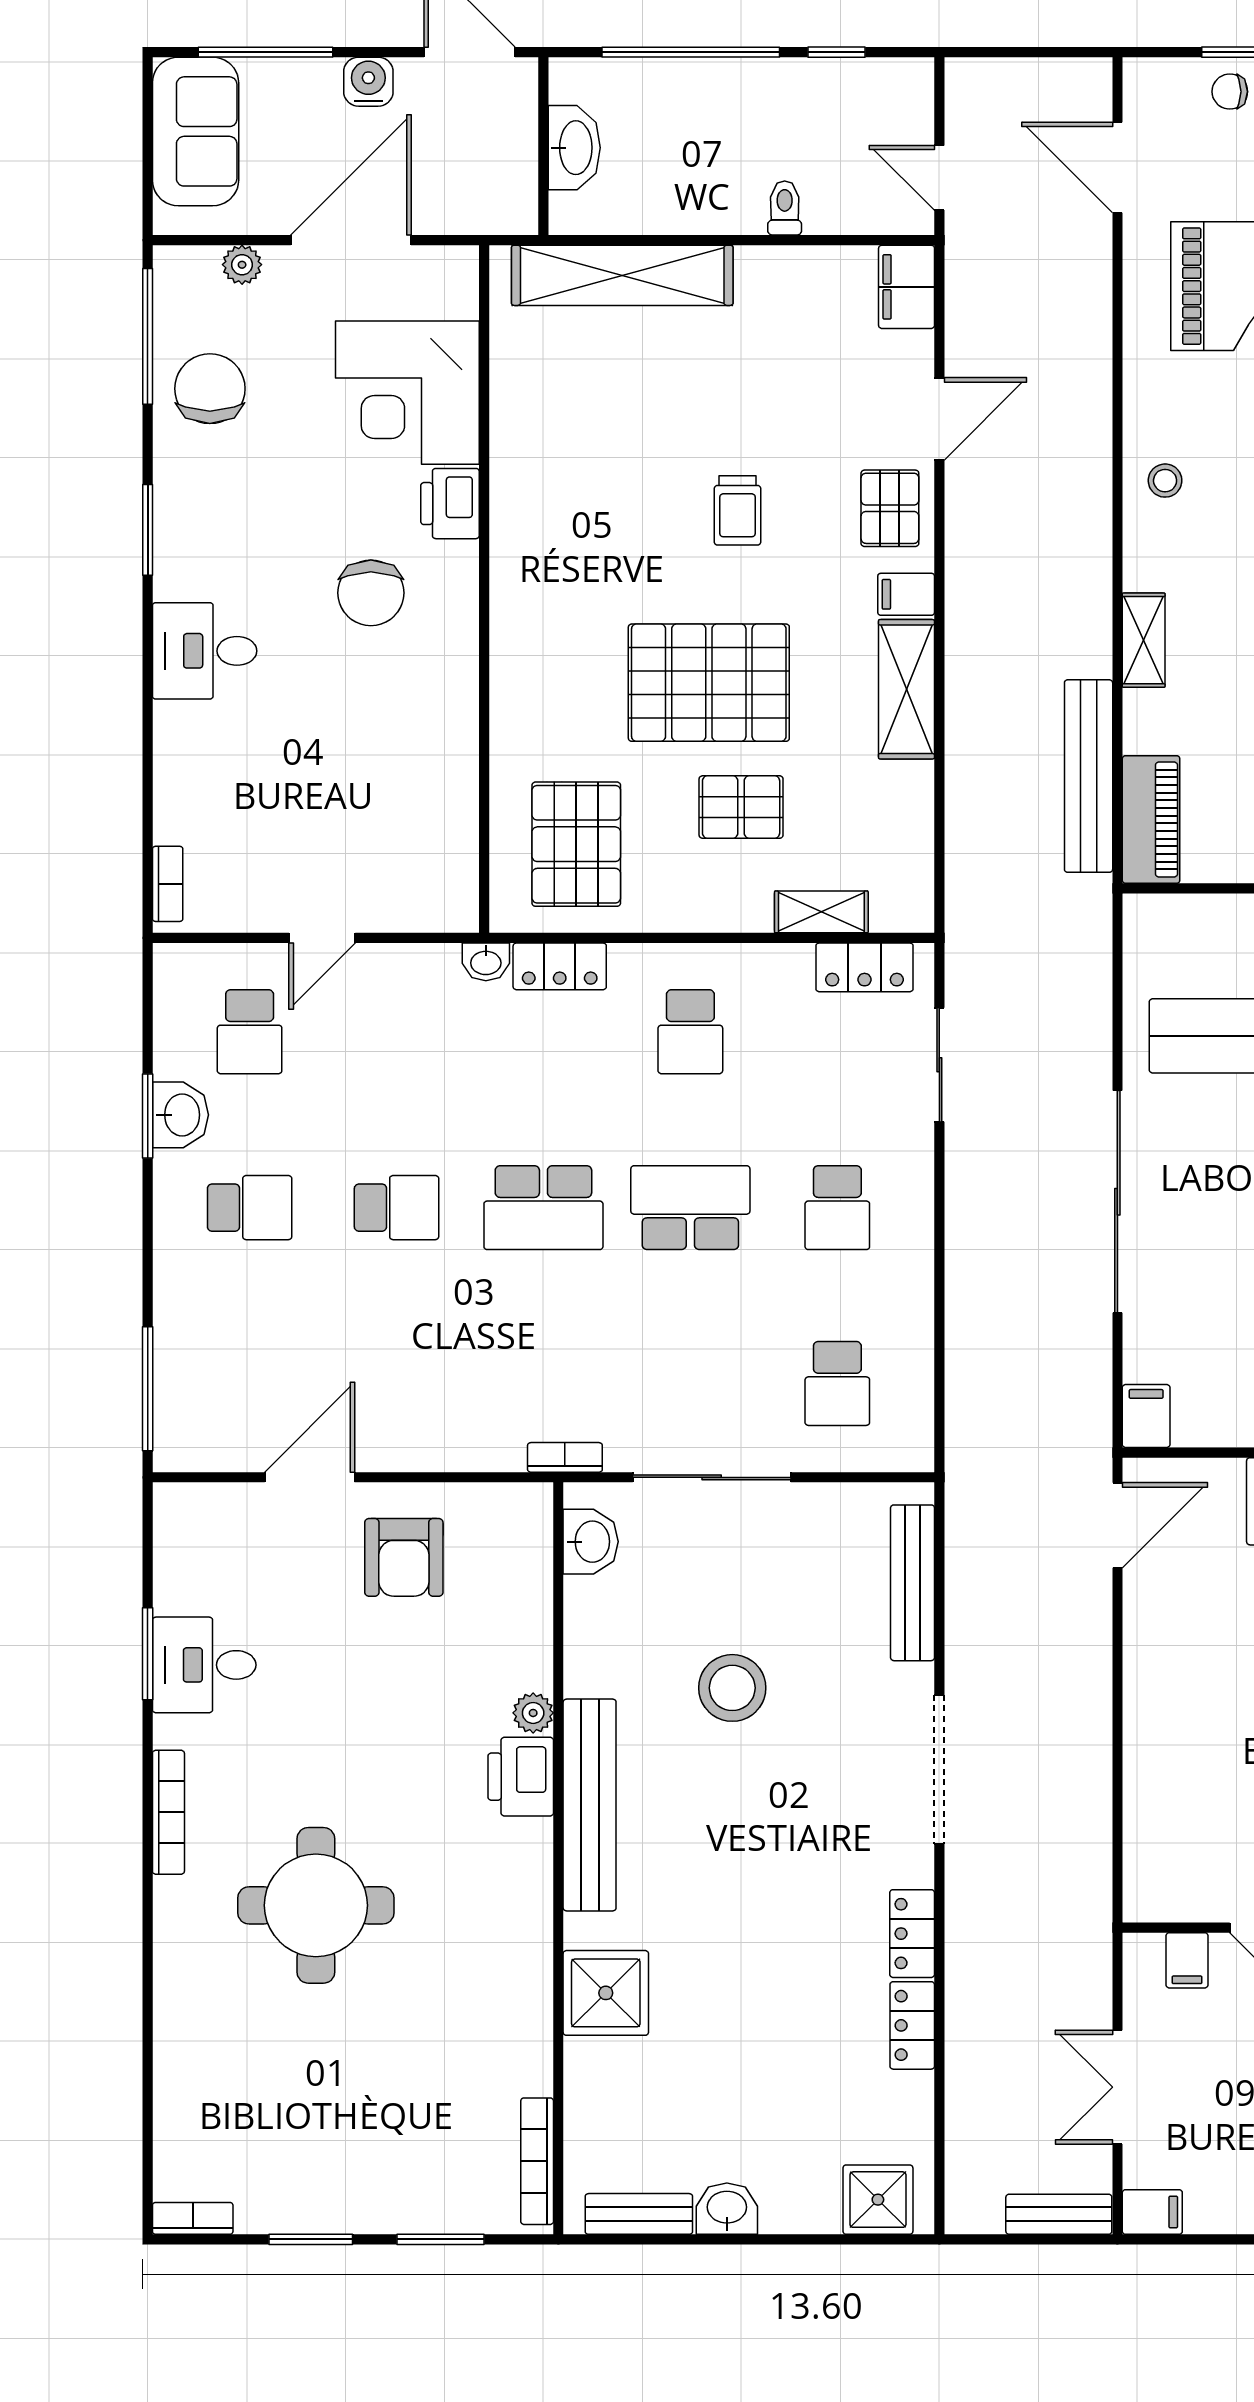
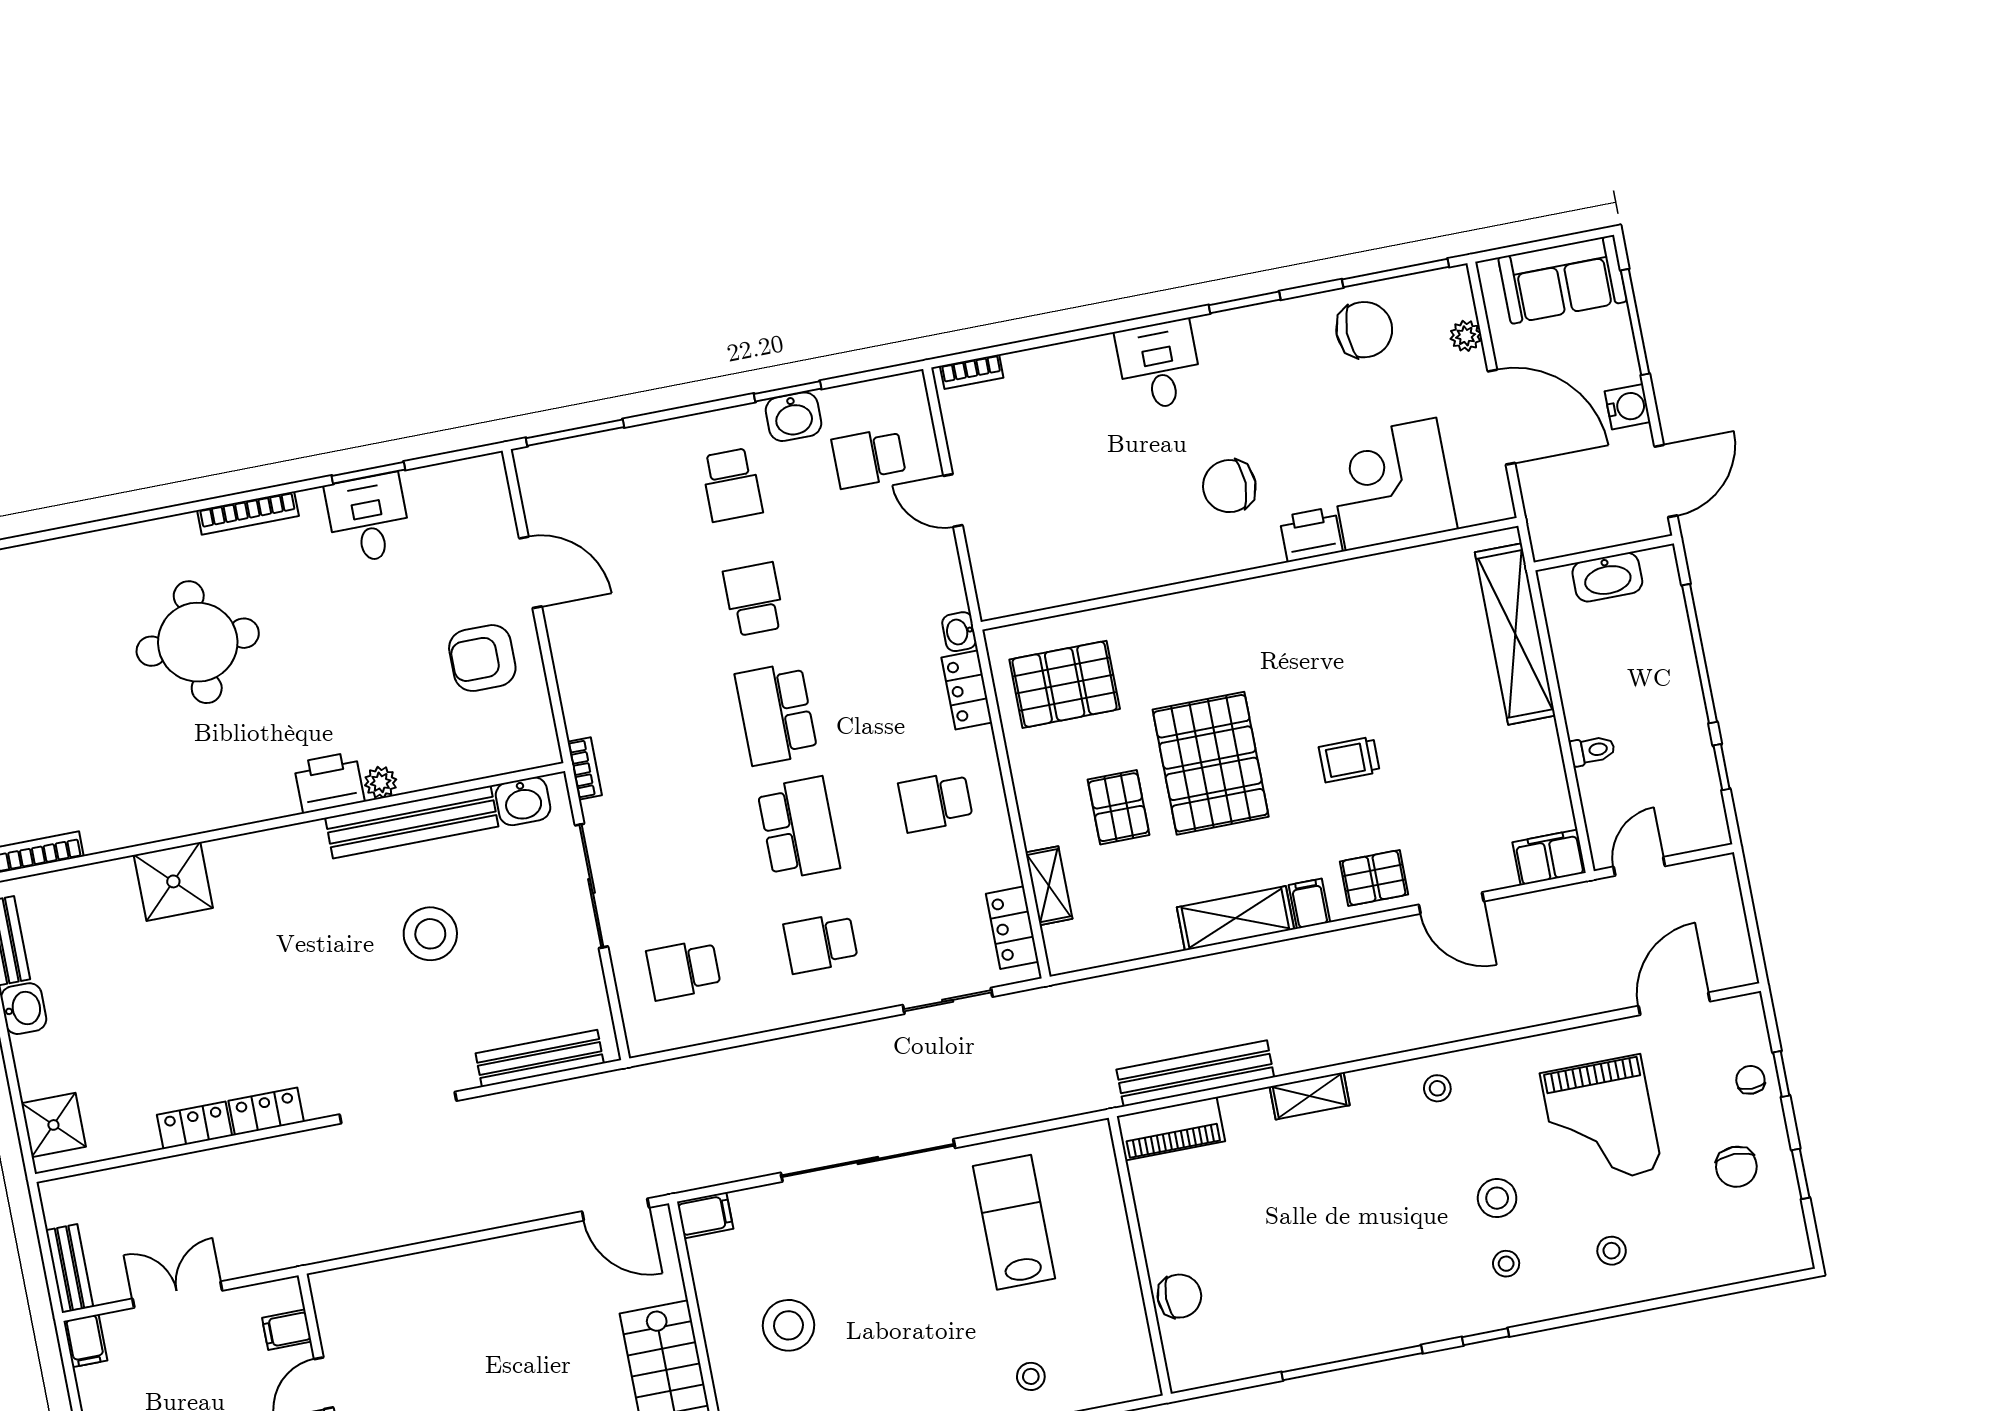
school desk: (397, 1208) -> (754, 599), turned 180
bench: (590, 1805) -> (412, 822), moved

